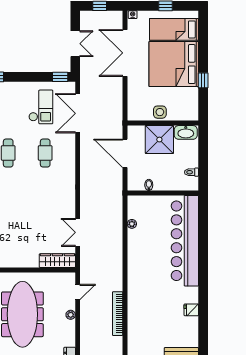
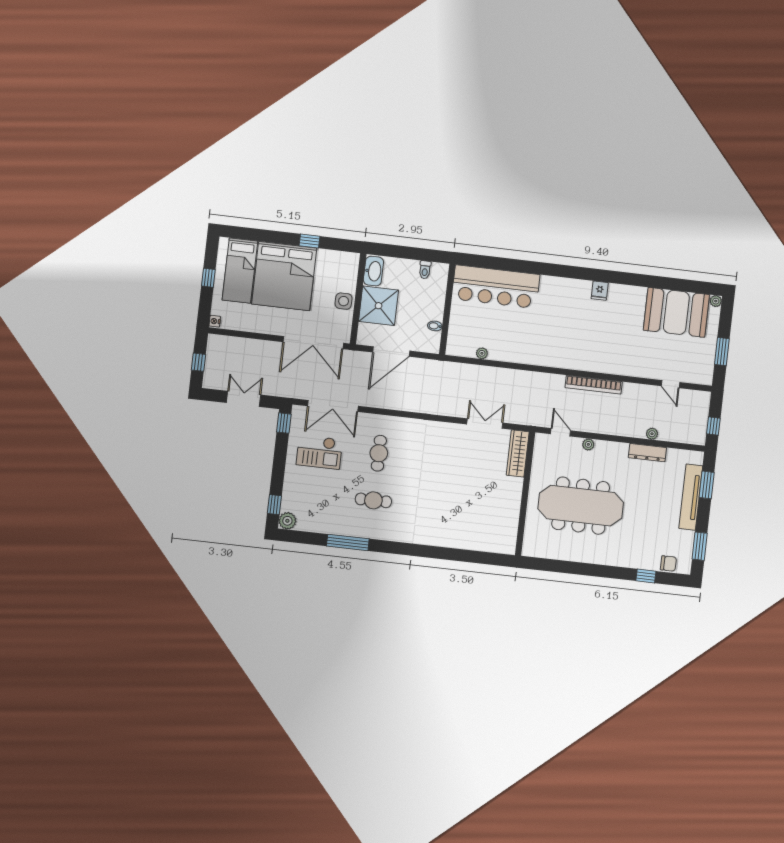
double door: (125, 53) -> (313, 343), moved
checkout: (41, 107) -> (319, 452), turned 180
cafe table: (45, 153) -> (379, 453), turned 90
double door: (78, 232) -> (485, 424), swing flipped
bar counter: (185, 241) -> (496, 287), width x0.73

